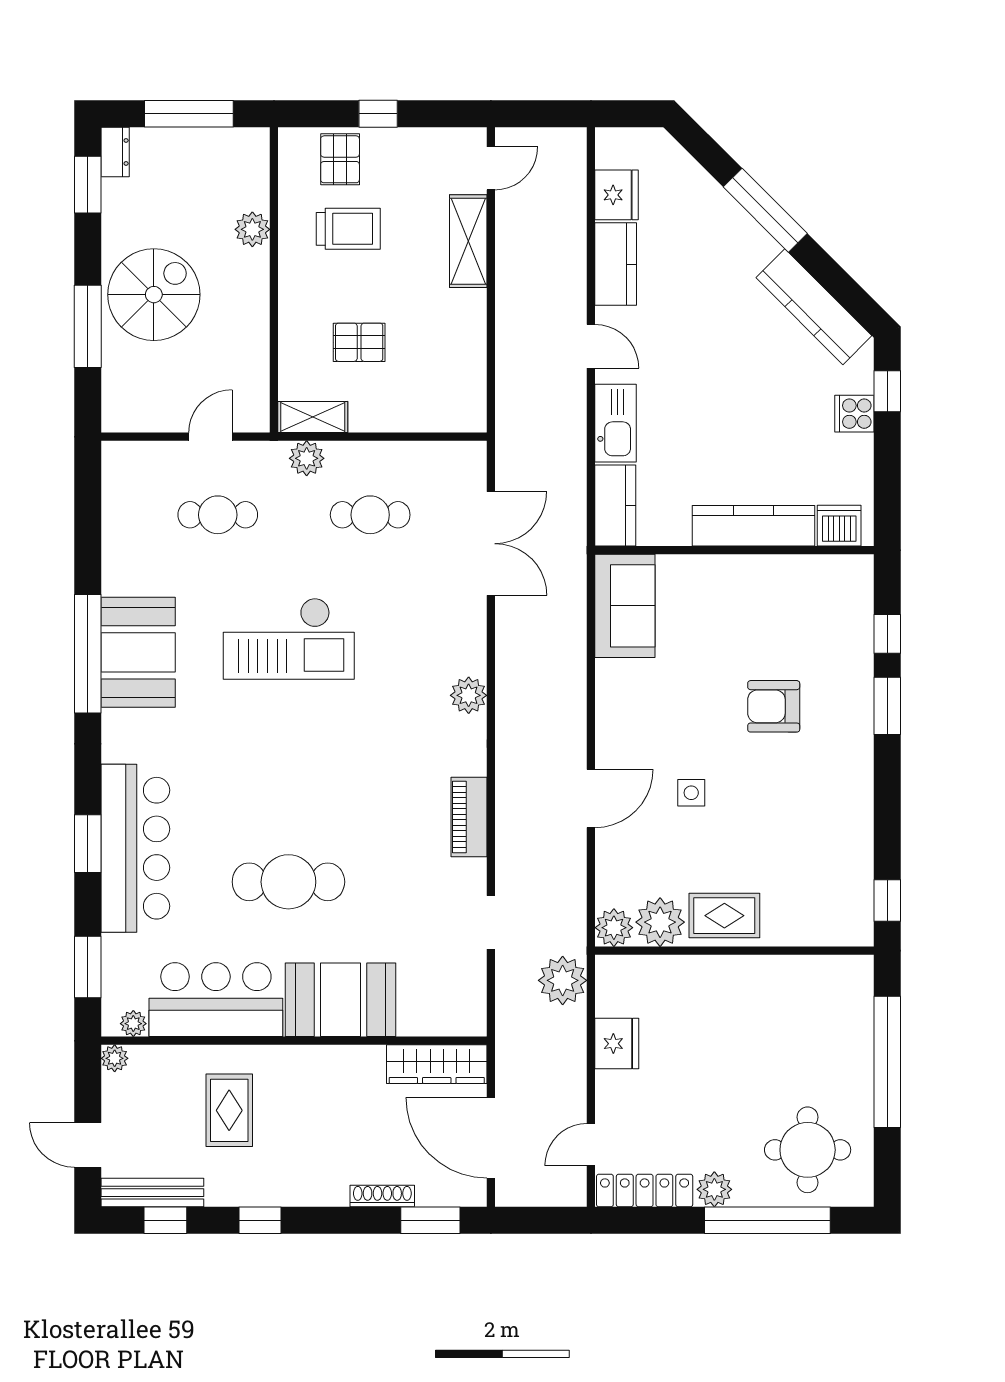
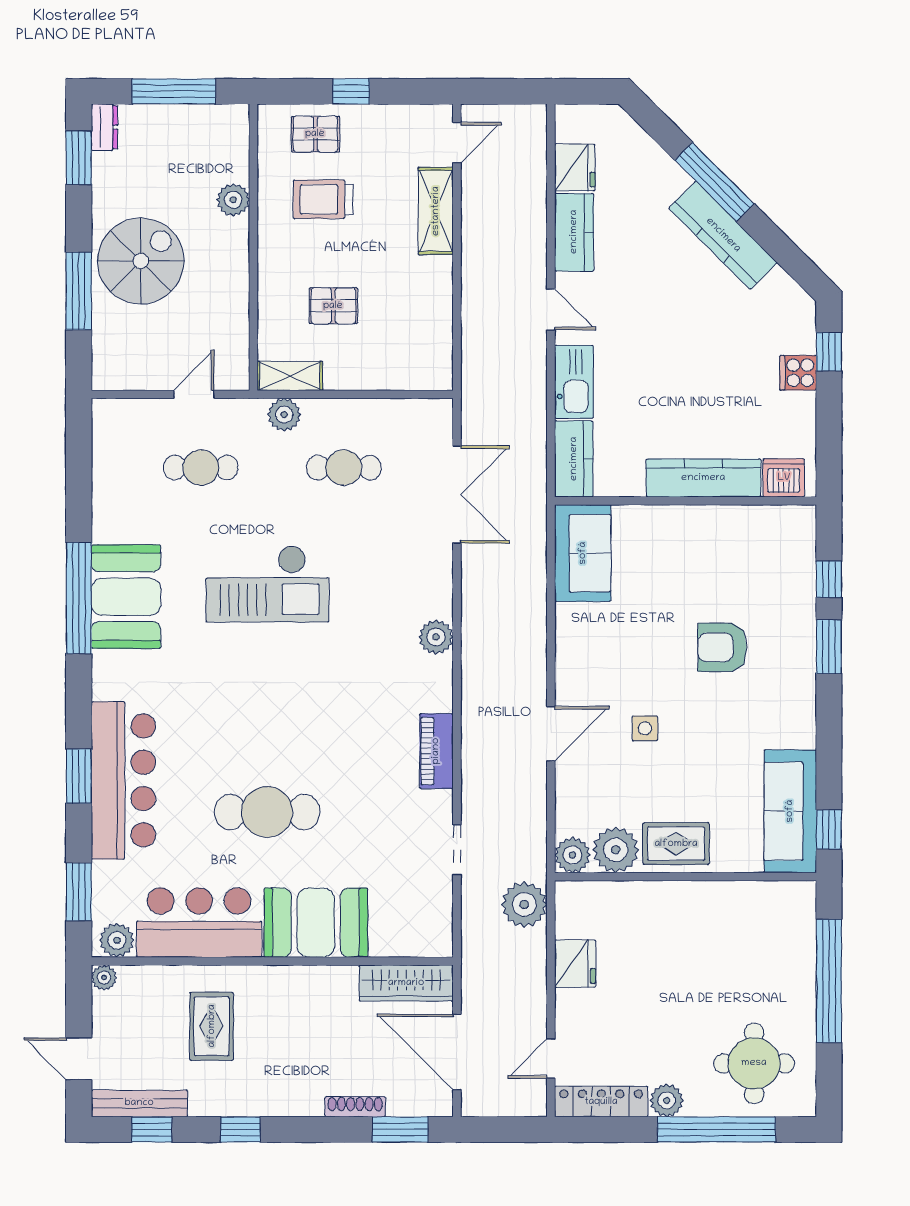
pallet: (340, 159) -> (315, 134), turned 90
trolley: (348, 229) -> (323, 199), turned 180
kitchen counter: (814, 307) -> (723, 235), moved
sofa: (846, 881) -> (790, 811), added
plant: (133, 1024) -> (117, 940), width x1.38, depth x1.38

